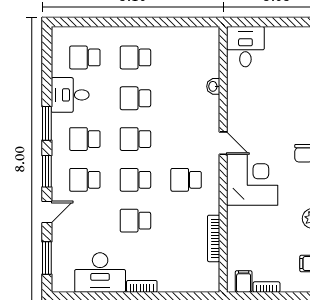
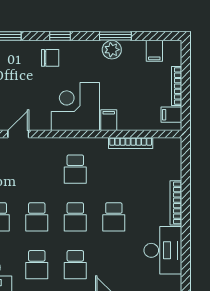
door: (223, 143) -> (18, 134), moved
filing cabinet: (238, 215) -> (109, 120), added
bookcase: (142, 286) -> (176, 203), width x1.56
bookcase: (266, 287) -> (177, 86), width x1.56

